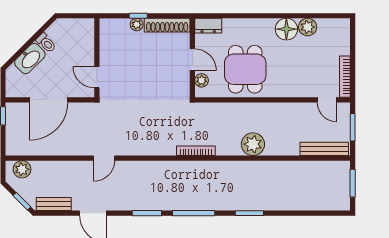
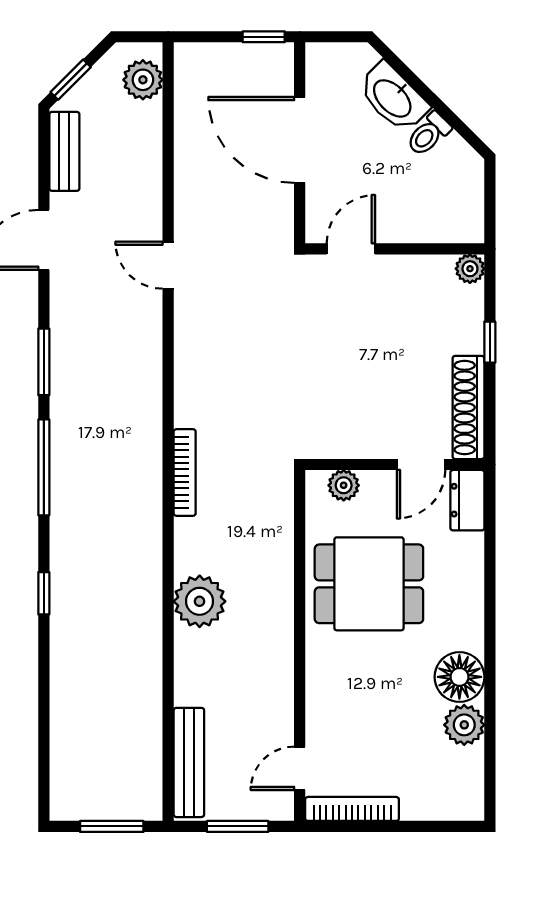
plant: (137, 24) -> (470, 269), moved
door: (192, 60) -> (421, 465), moved
window: (249, 213) -> (44, 593), width x0.67

